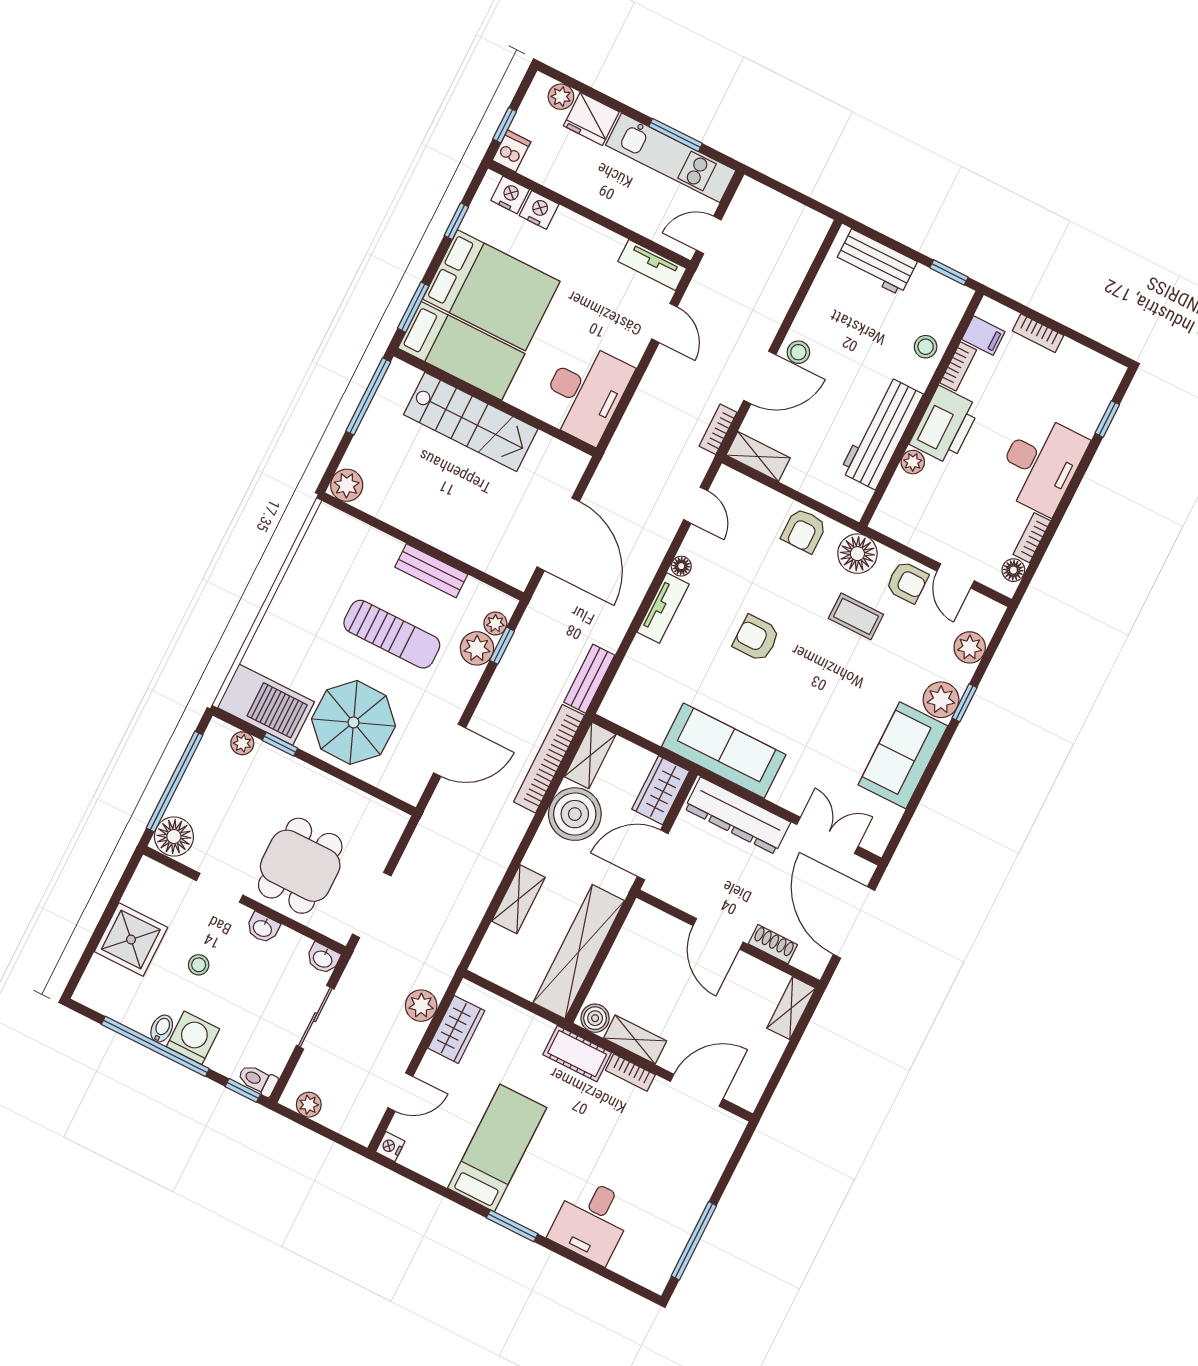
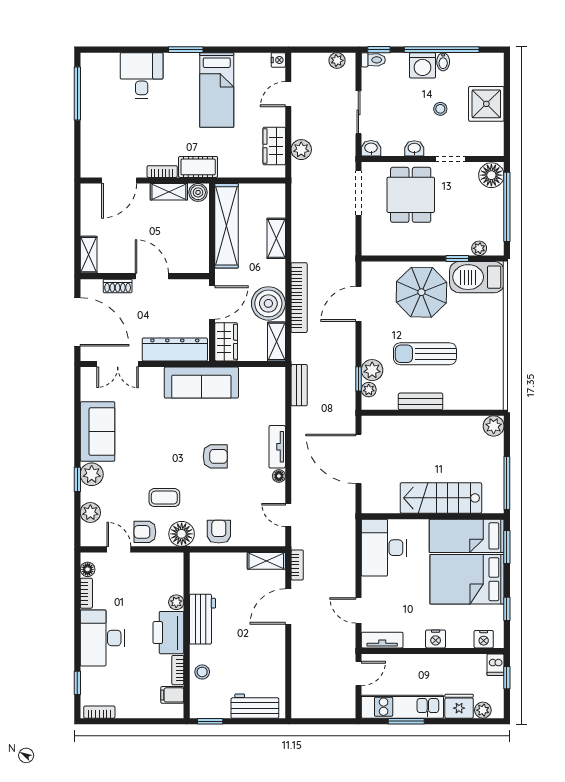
nightstand: (539, 210) -> (436, 639), moved
bookcase: (1038, 333) -> (99, 712), moved
stool: (798, 352) -> (273, 632), removed
workbench: (881, 433) -> (203, 619), width x0.73
bookcase: (549, 759) -> (299, 298), moved

